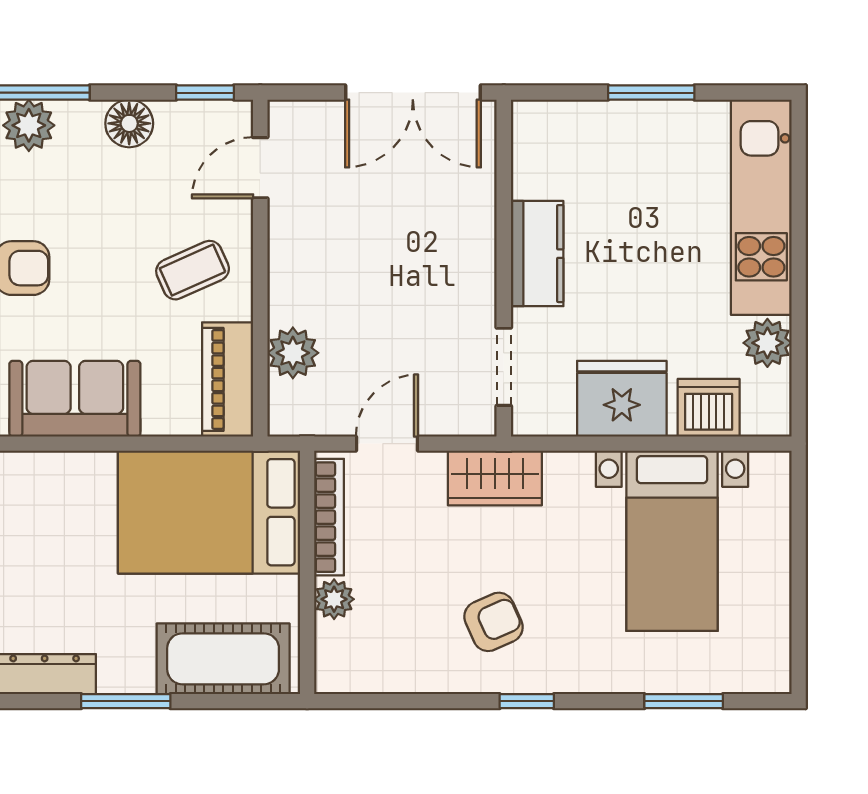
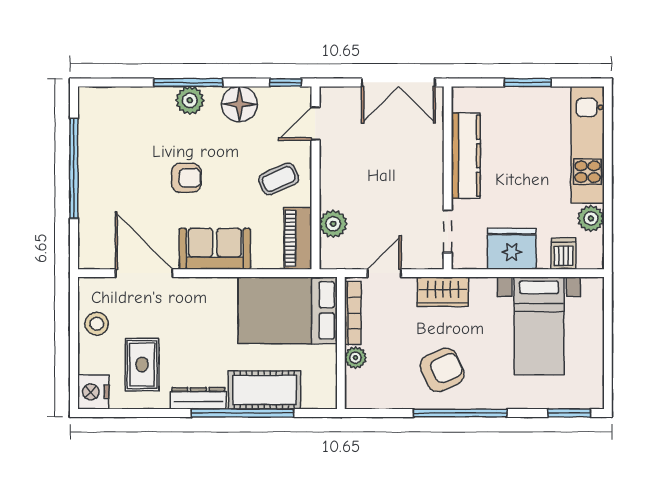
floor lamp: (129, 123) -> (239, 104), width x1.38, depth x1.38
kitchen counter: (537, 254) -> (466, 156), width x1.50
dishwasher: (709, 408) -> (564, 254), width x0.73
armchair: (493, 622) -> (442, 370), width x1.38, depth x1.38
cot: (223, 659) -> (264, 390), moved
window: (126, 701) -> (242, 413), width x2.11
window: (527, 701) -> (460, 413), width x3.17
window: (684, 701) -> (569, 413), moved

